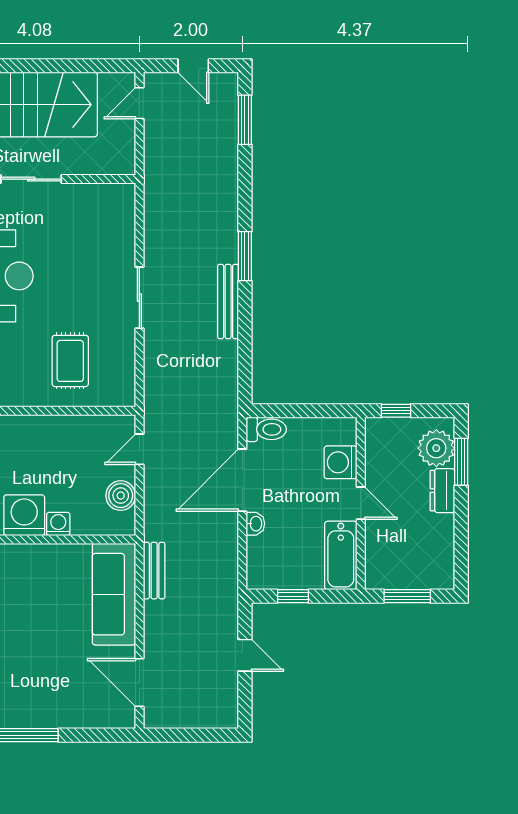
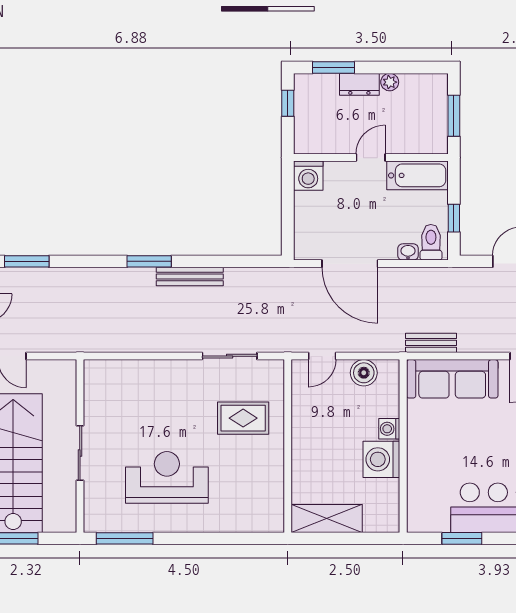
sliding door: (139, 298) -> (230, 356), moved
window: (396, 411) -> (288, 103), moved
toilet: (266, 429) -> (431, 242), moved
plant: (436, 448) -> (390, 82), moved, width x0.53, depth x0.53
door: (139, 449) -> (322, 356), hinge flipped
washing machine: (341, 462) -> (308, 176), moved
washbasin: (255, 524) -> (408, 252), moved

